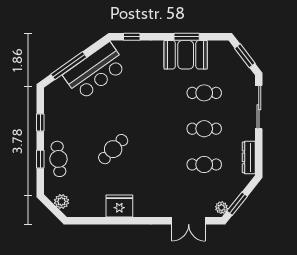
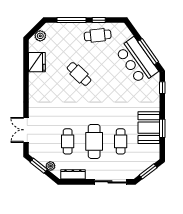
window: (69, 66) -> (148, 52), moved
cafe table: (204, 129) -> (94, 141), width x1.37, depth x1.35
window: (40, 159) -> (72, 20), width x2.17
cafe table: (58, 159) -> (98, 35), moved
fridge: (119, 206) -> (37, 62), moved
plant: (221, 208) -> (51, 166), moved

